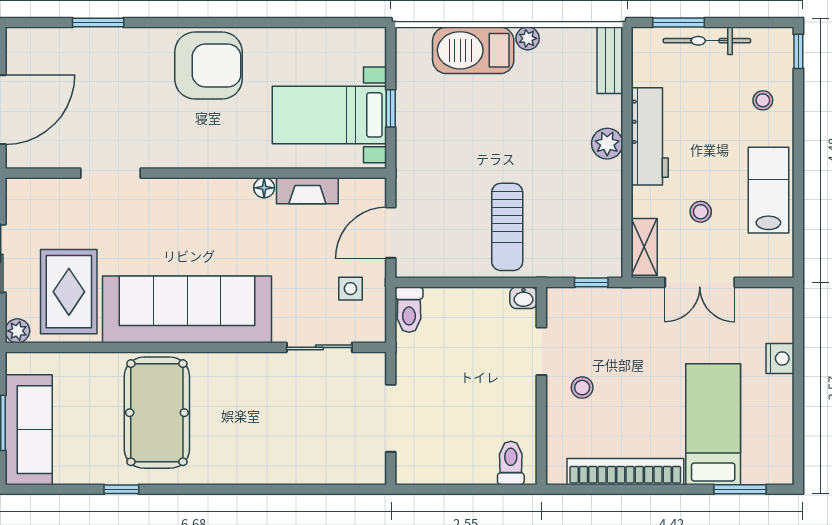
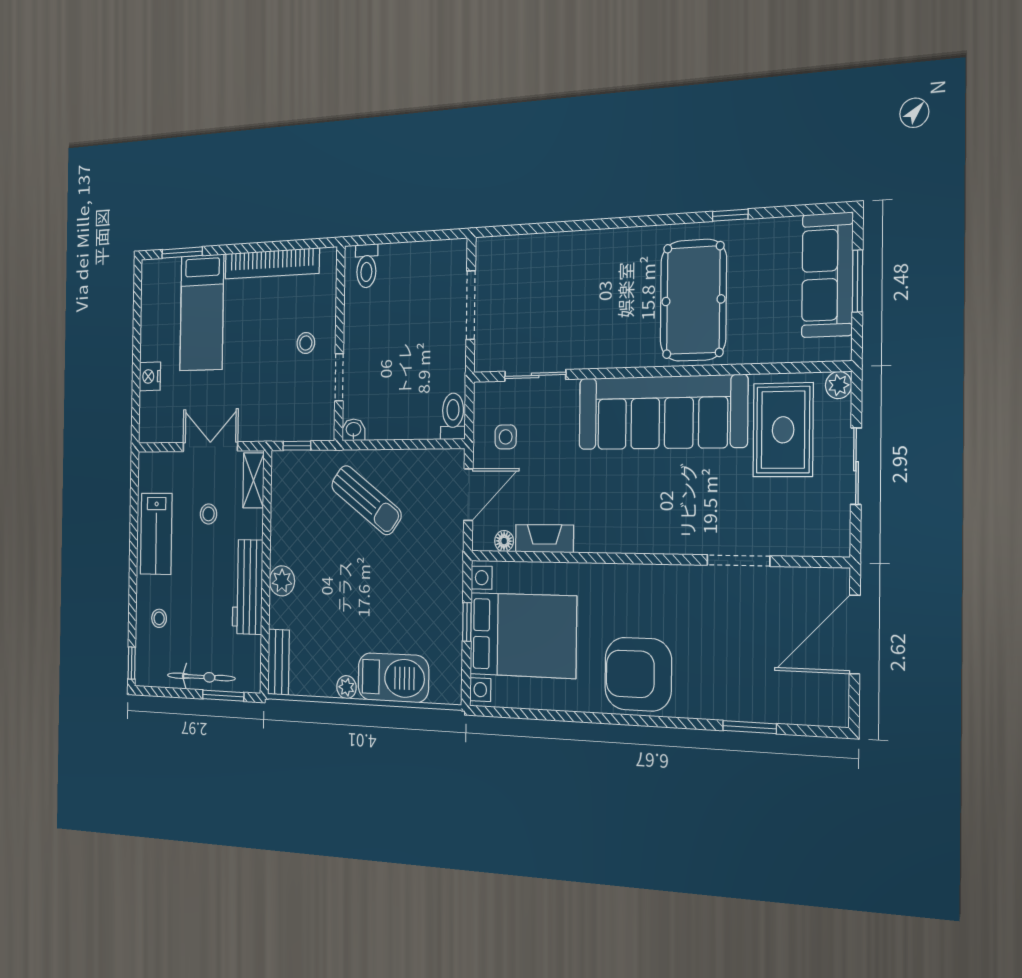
bed with nightstands: (329, 115) -> (523, 635), width x1.36
floor lamp: (264, 188) -> (504, 541), moved
sun lounger: (507, 227) -> (366, 500), turned 126

